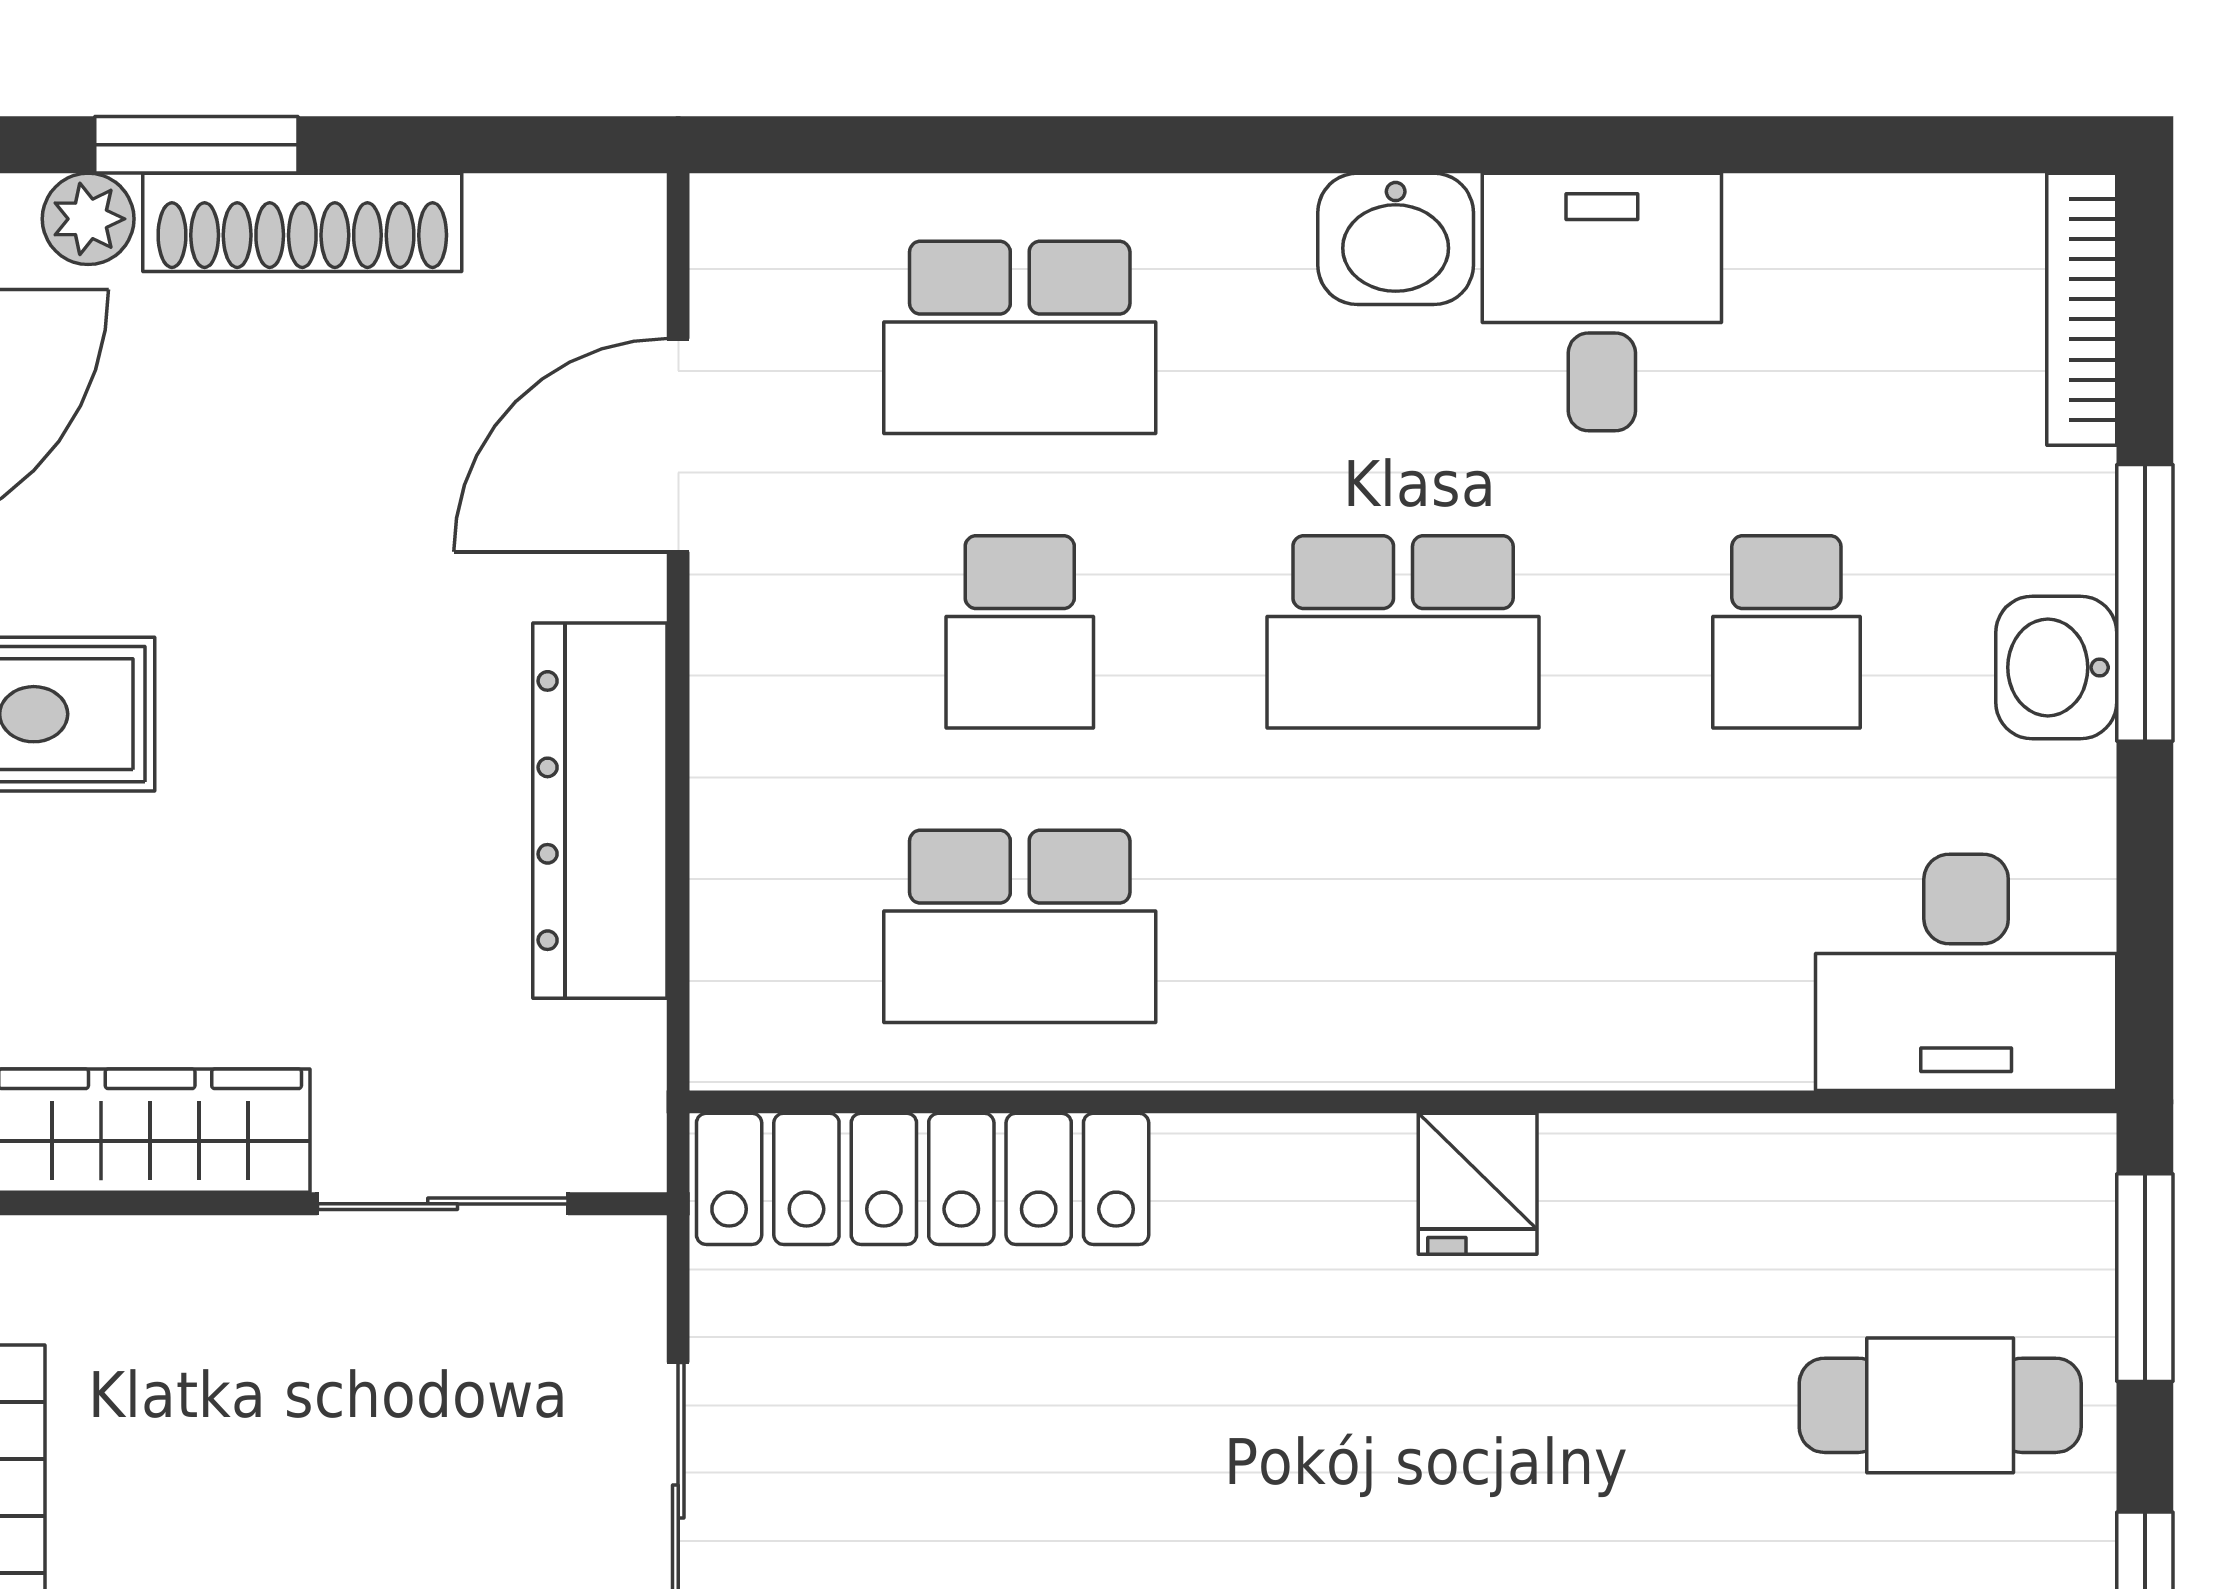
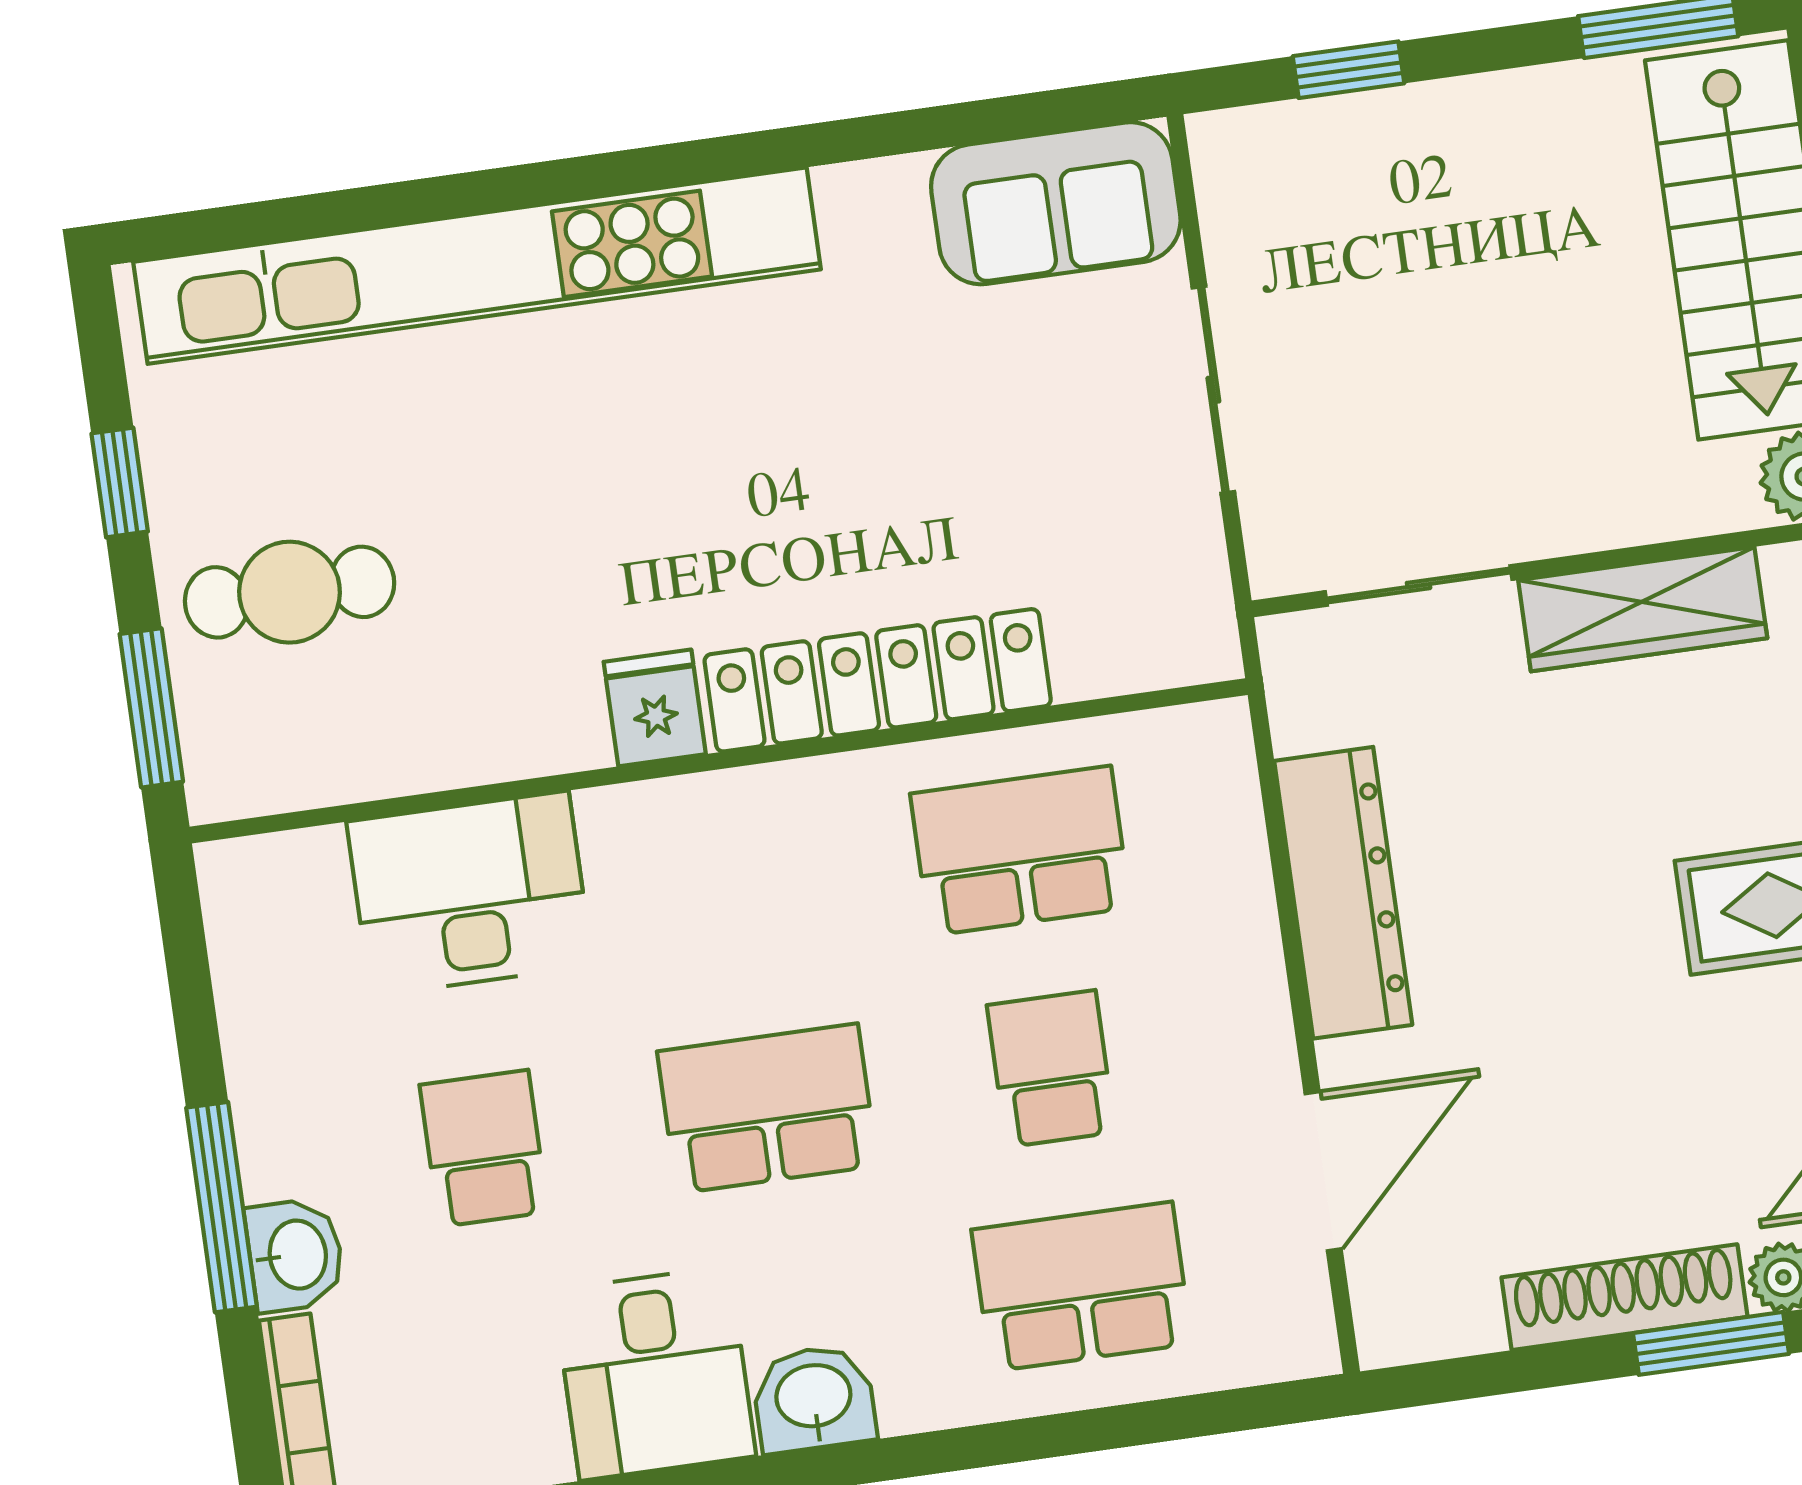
washbasin: (2056, 667) -> (295, 1255), moved
desk: (1966, 972) -> (470, 894), moved
locker: (923, 1179) -> (878, 680), moved

